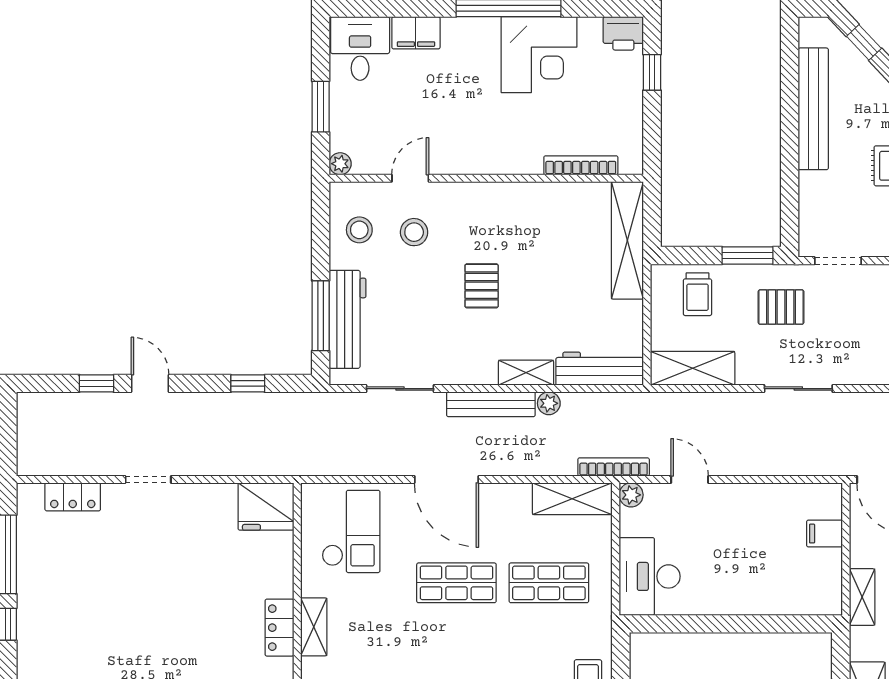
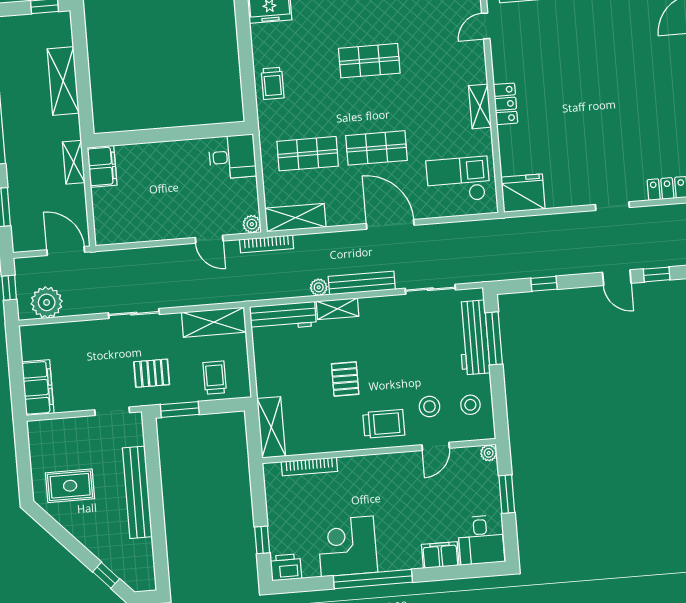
bench: (813, 109) -> (137, 492), moved
trolley: (477, 214) -> (384, 424), added
shelving: (627, 240) -> (271, 427), width x0.68
pallet: (482, 286) -> (345, 379), moved
checkout: (351, 531) -> (458, 180), turned 90
filing cabinet: (825, 534) -> (102, 166), moved, width x2.00
desk: (650, 576) -> (232, 157), width x0.73

